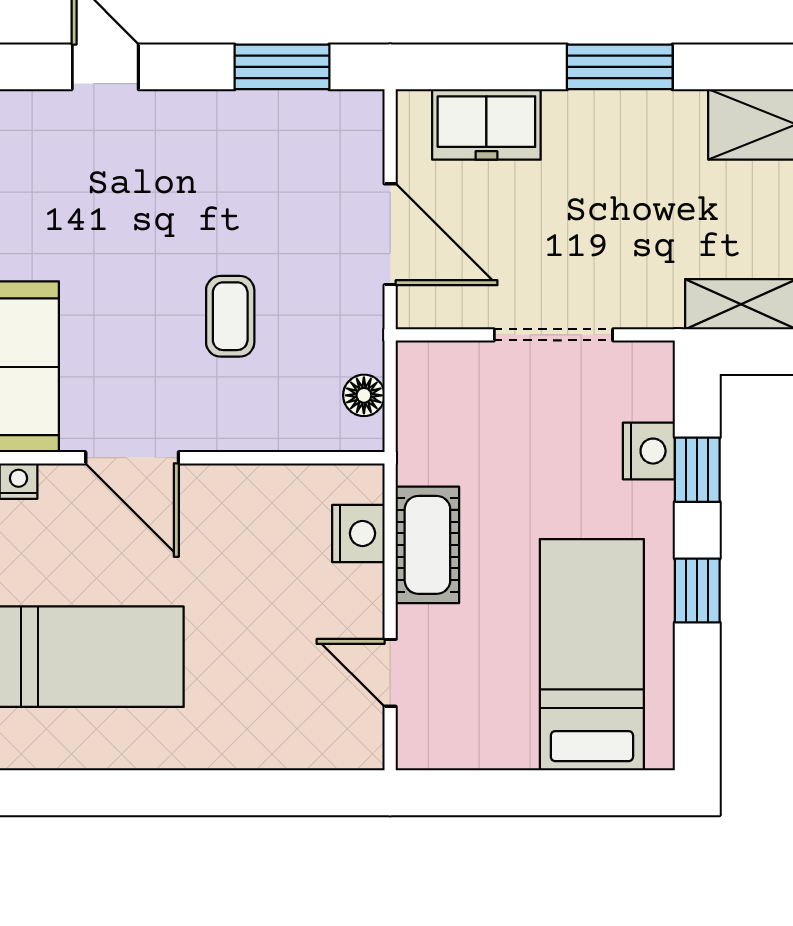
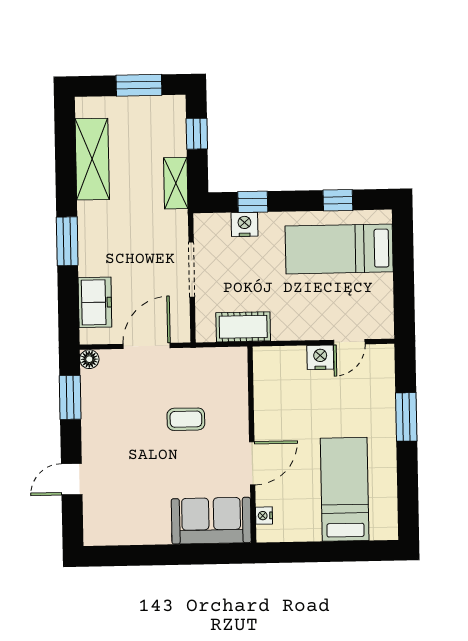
floor lamp: (364, 395) -> (89, 359), moved
nightstand: (358, 533) -> (320, 357), moved
cot: (427, 545) -> (243, 327), moved
window: (697, 591) -> (338, 200), moved
window: (226, 793) -> (406, 417), added

